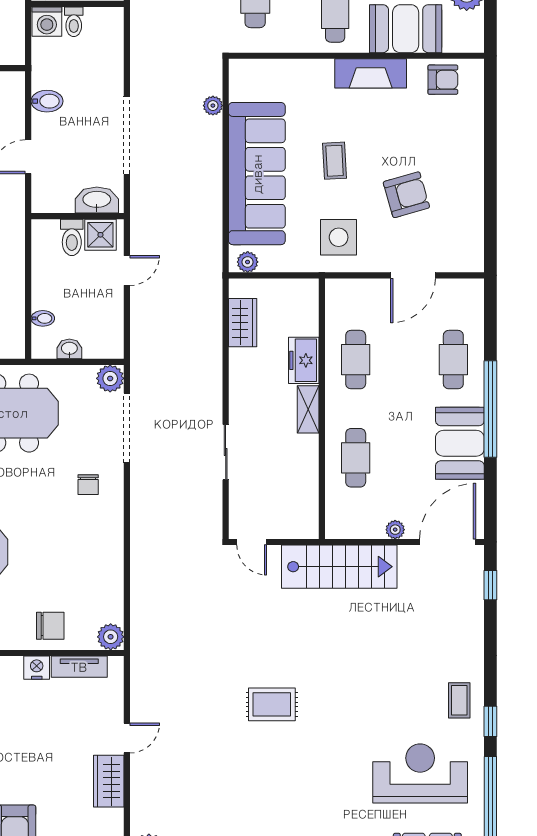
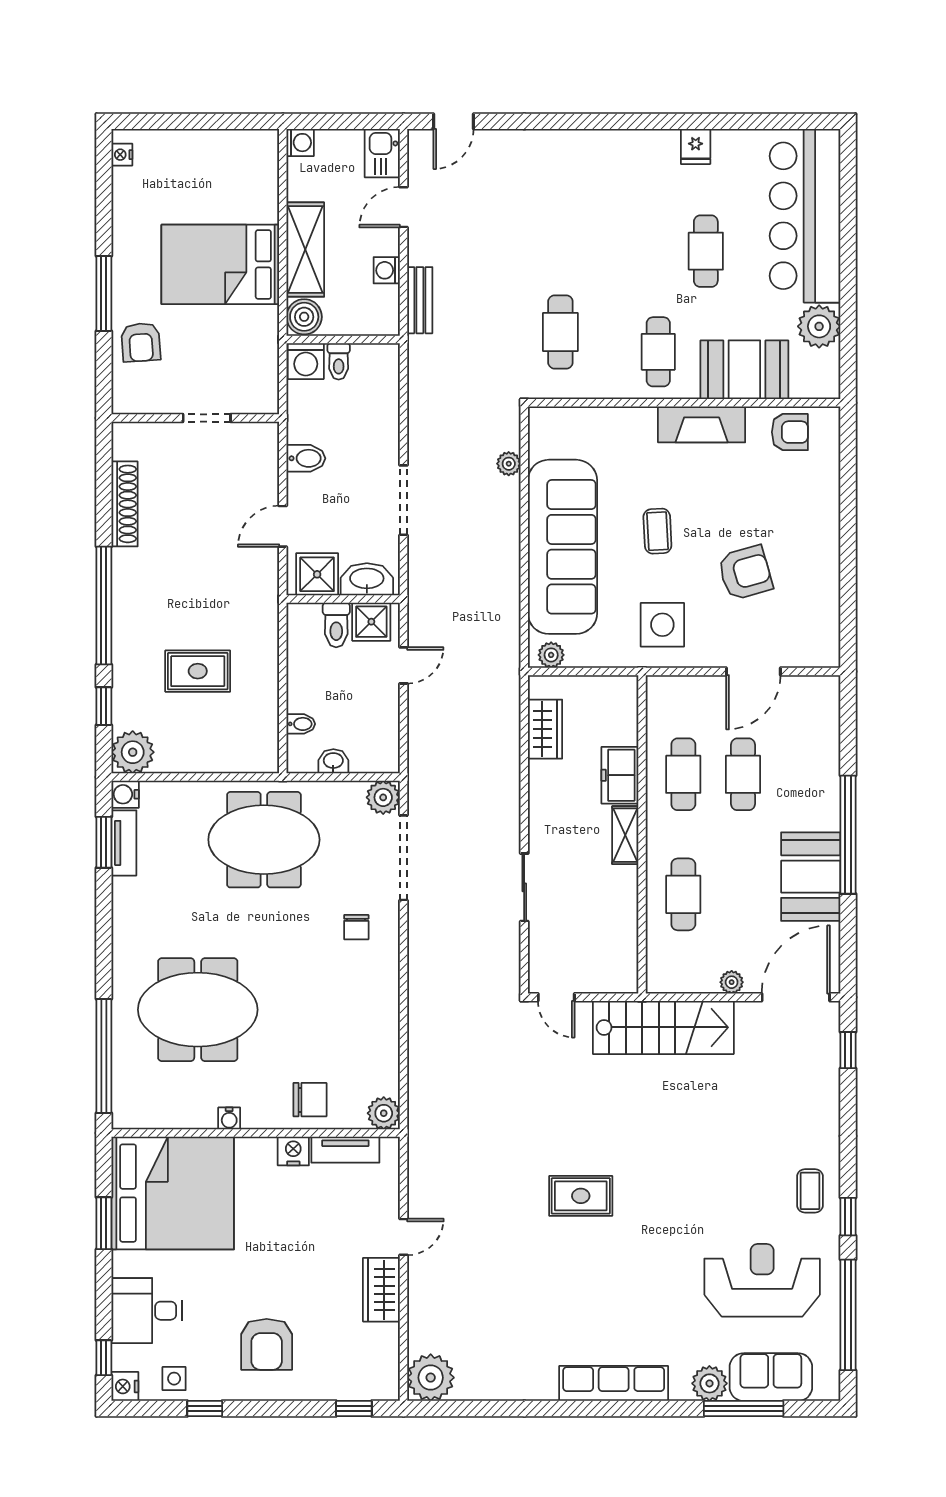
doorway: (127, 135) -> (404, 500), width x0.73
shower: (56, 196) -> (317, 574), added
cafe table: (453, 360) -> (743, 774), moved

